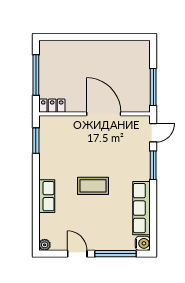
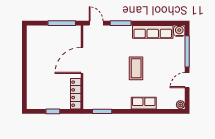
window: (36, 75) -> (53, 111), width x0.46
locker: (52, 106) -> (76, 94), width x1.53

